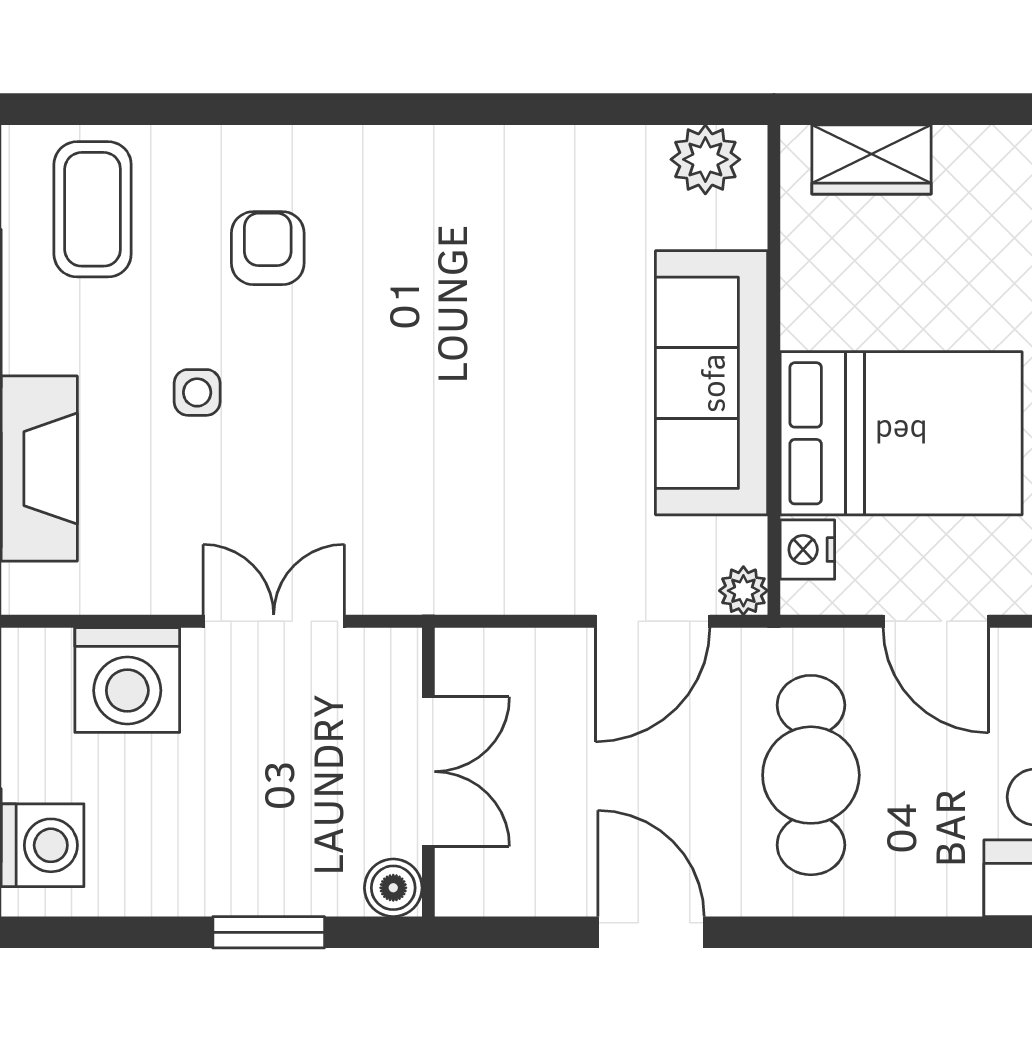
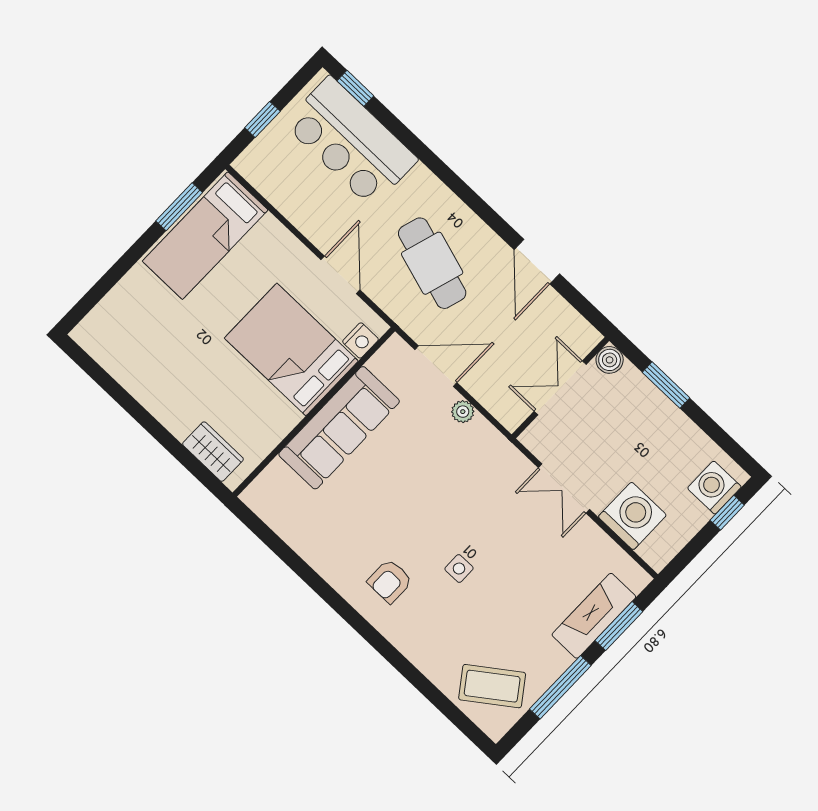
plant: (705, 159) -> (269, 505), removed
coffee table: (93, 209) -> (492, 686), turned 54
armchair: (268, 248) -> (390, 581), moved
side table: (197, 392) -> (459, 569), moved
plant: (743, 591) -> (463, 412), moved
cafe table: (811, 775) -> (432, 263), turned -73

